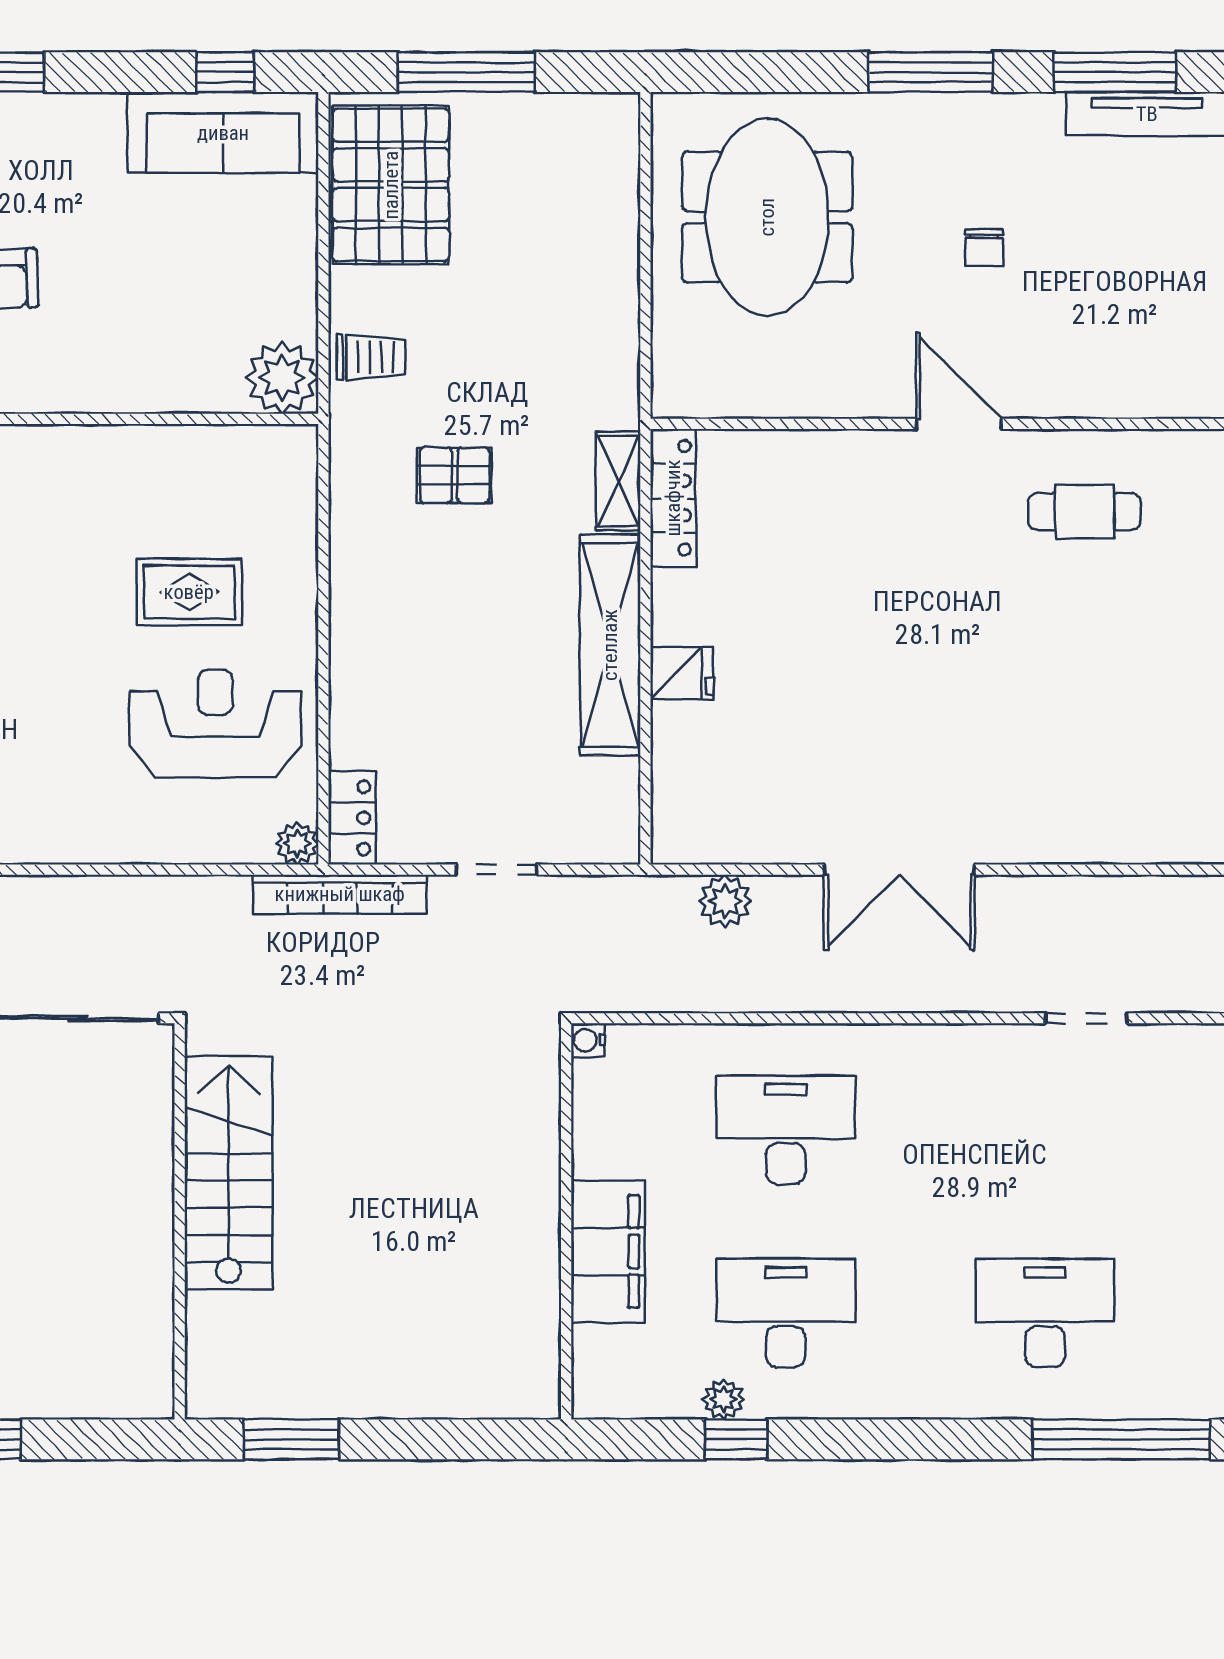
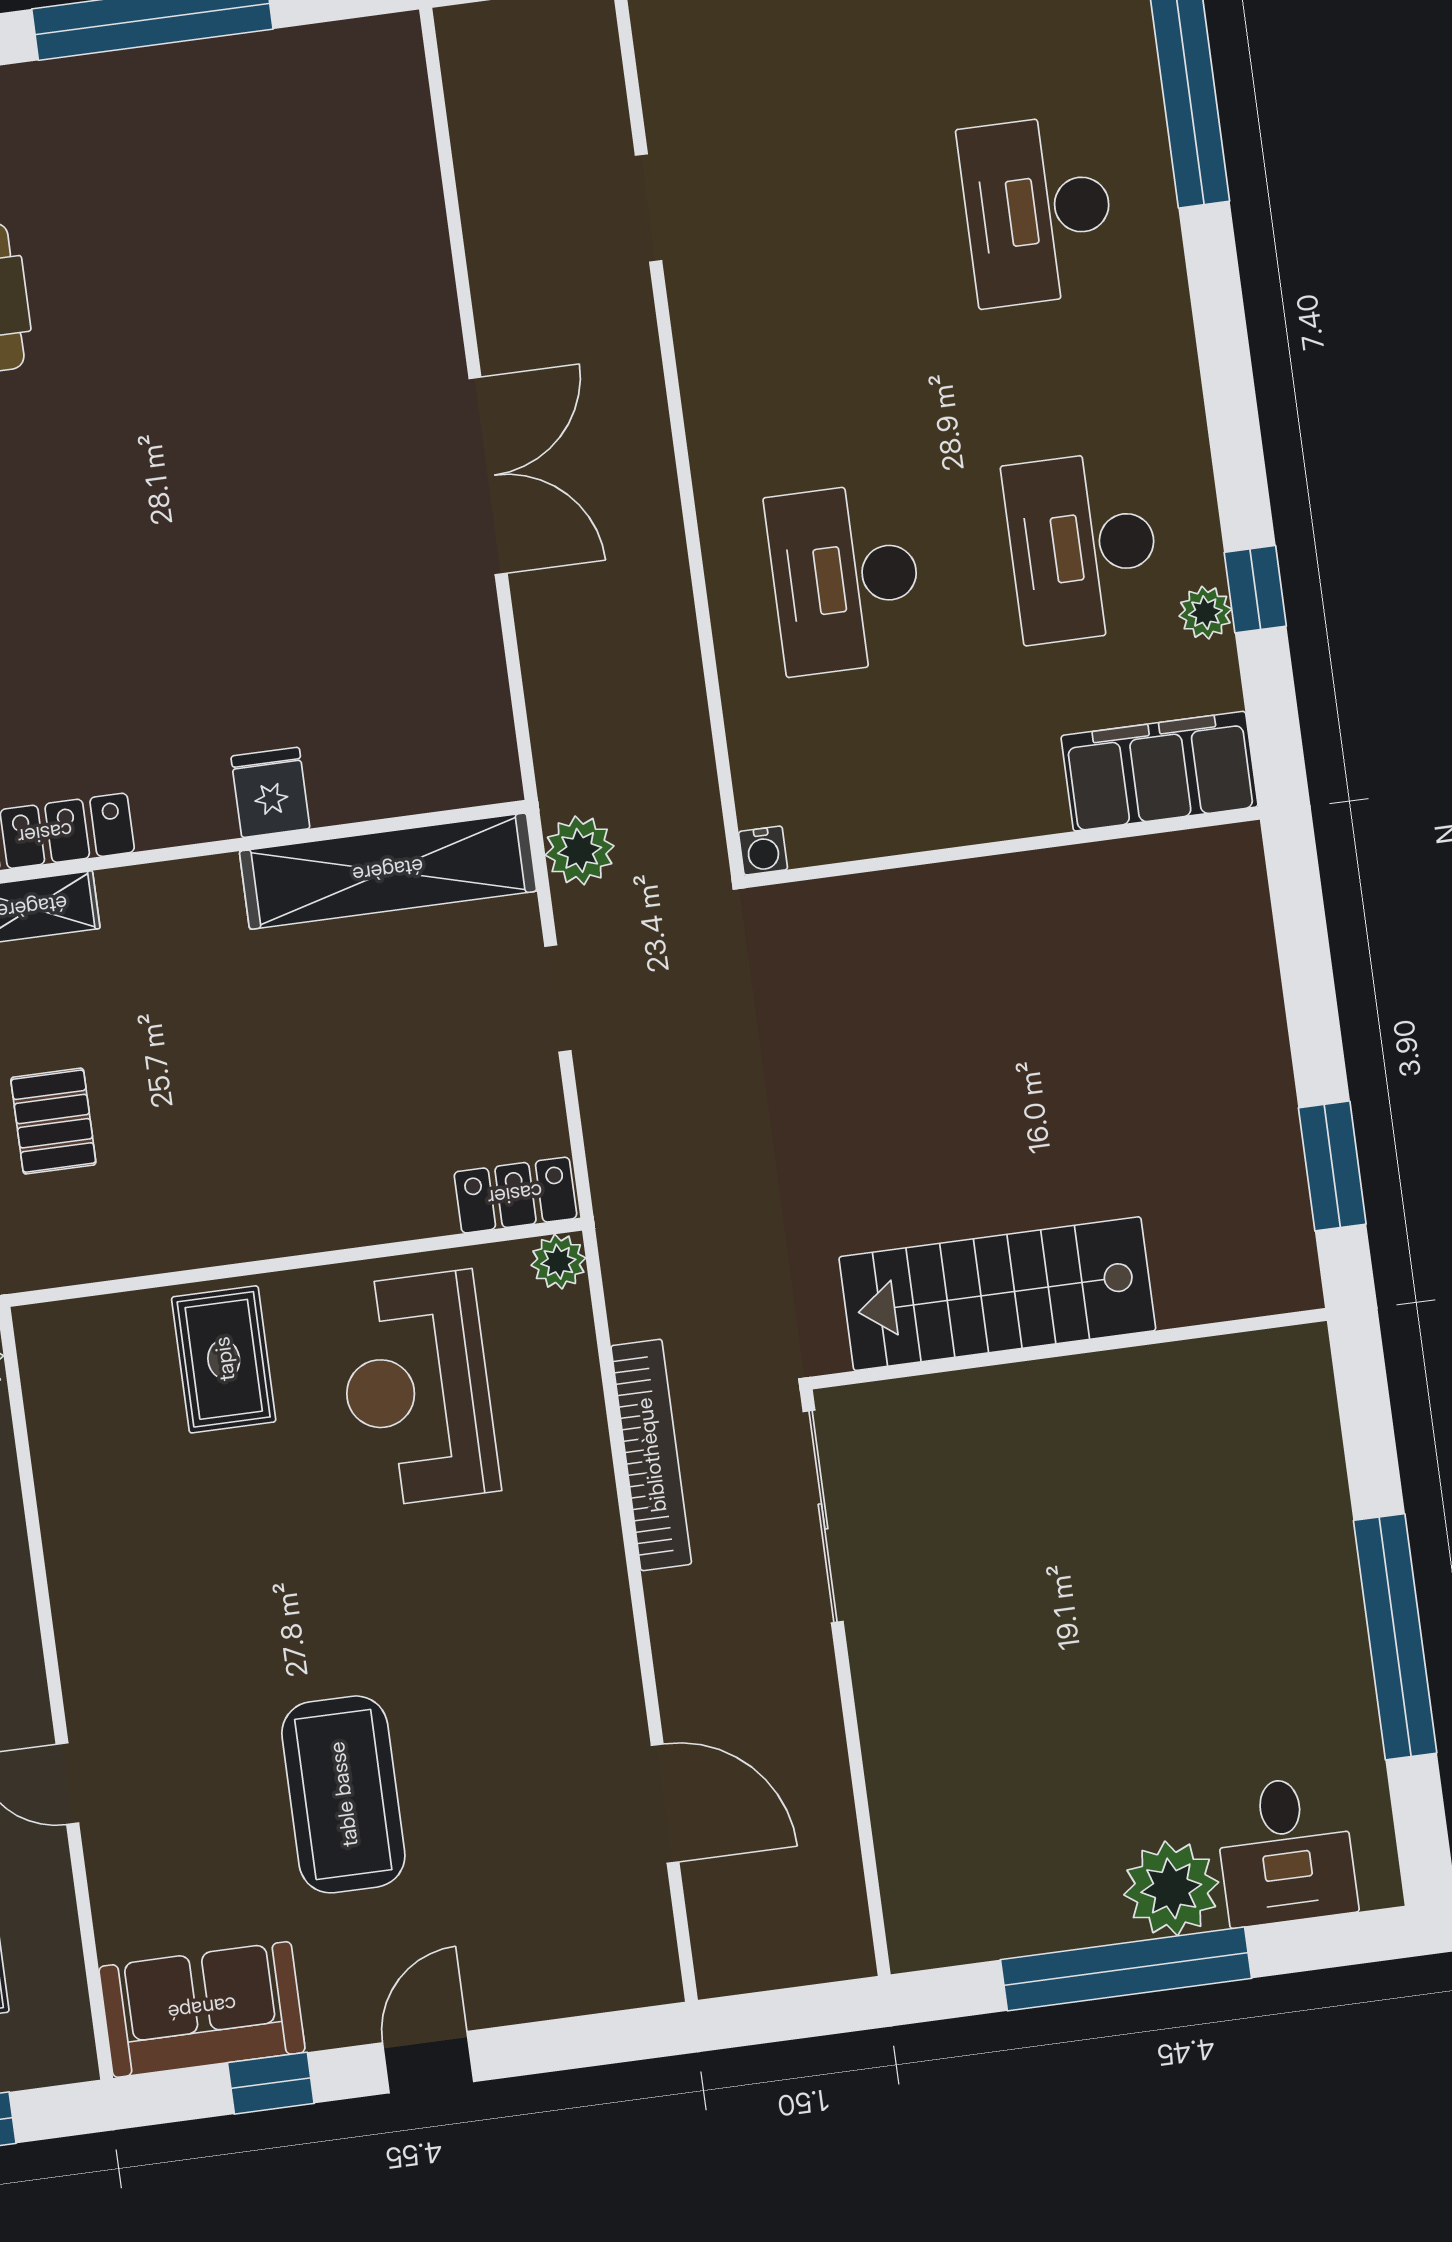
rug: (189, 592) -> (224, 1359), moved
shelving: (610, 645) -> (388, 871), moved
bookcase: (340, 894) -> (651, 1455), moved
plant: (725, 901) -> (580, 850), moved
filing cabinet: (608, 1251) -> (1159, 771), moved

